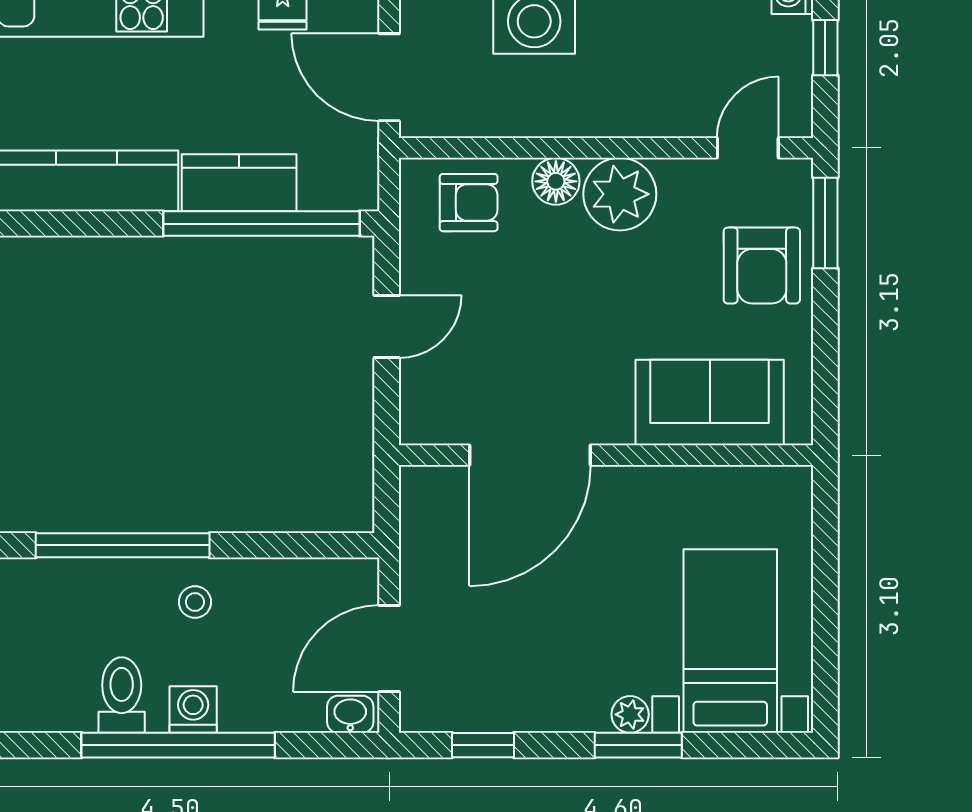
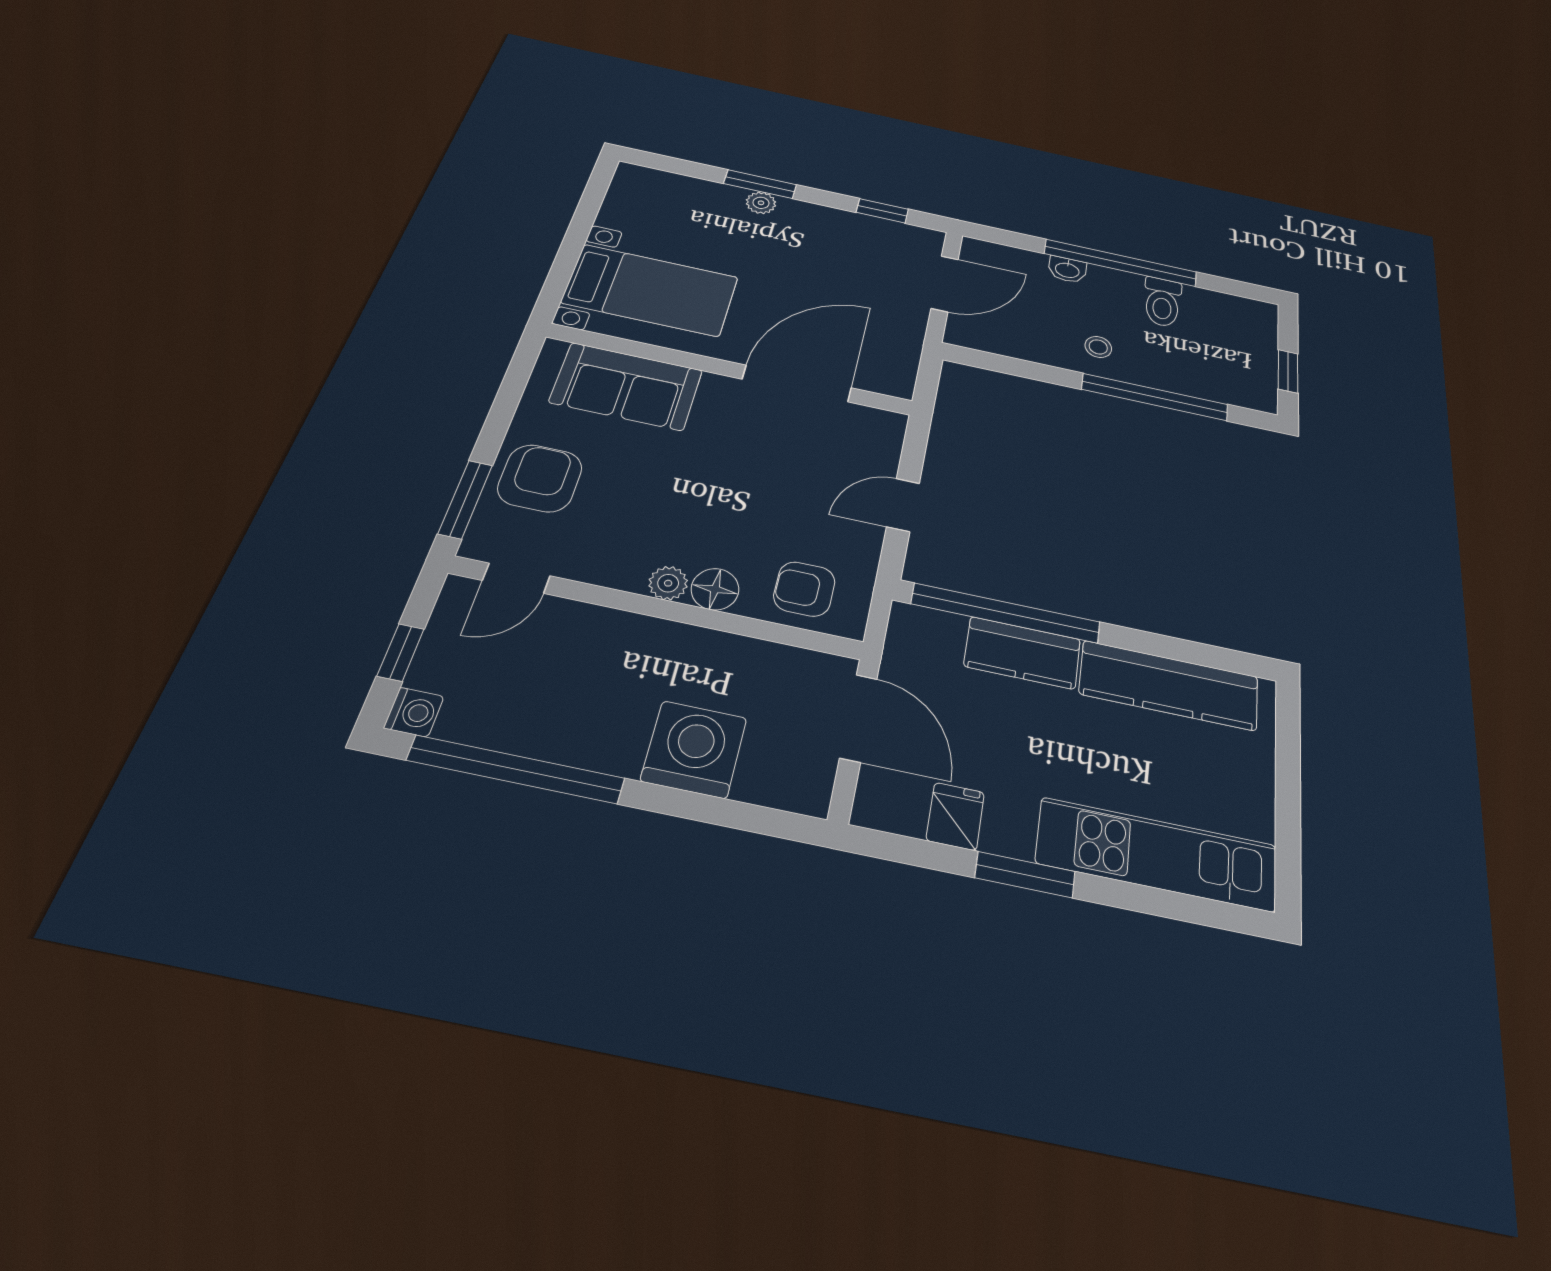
plant: (620, 194) -> (668, 583), width x0.53, depth x0.53
bed with nightstands: (730, 641) -> (650, 290), moved, turned -90
washing machine: (193, 710) -> (1107, 281), removed
washbasin: (350, 714) -> (1067, 270), moved

